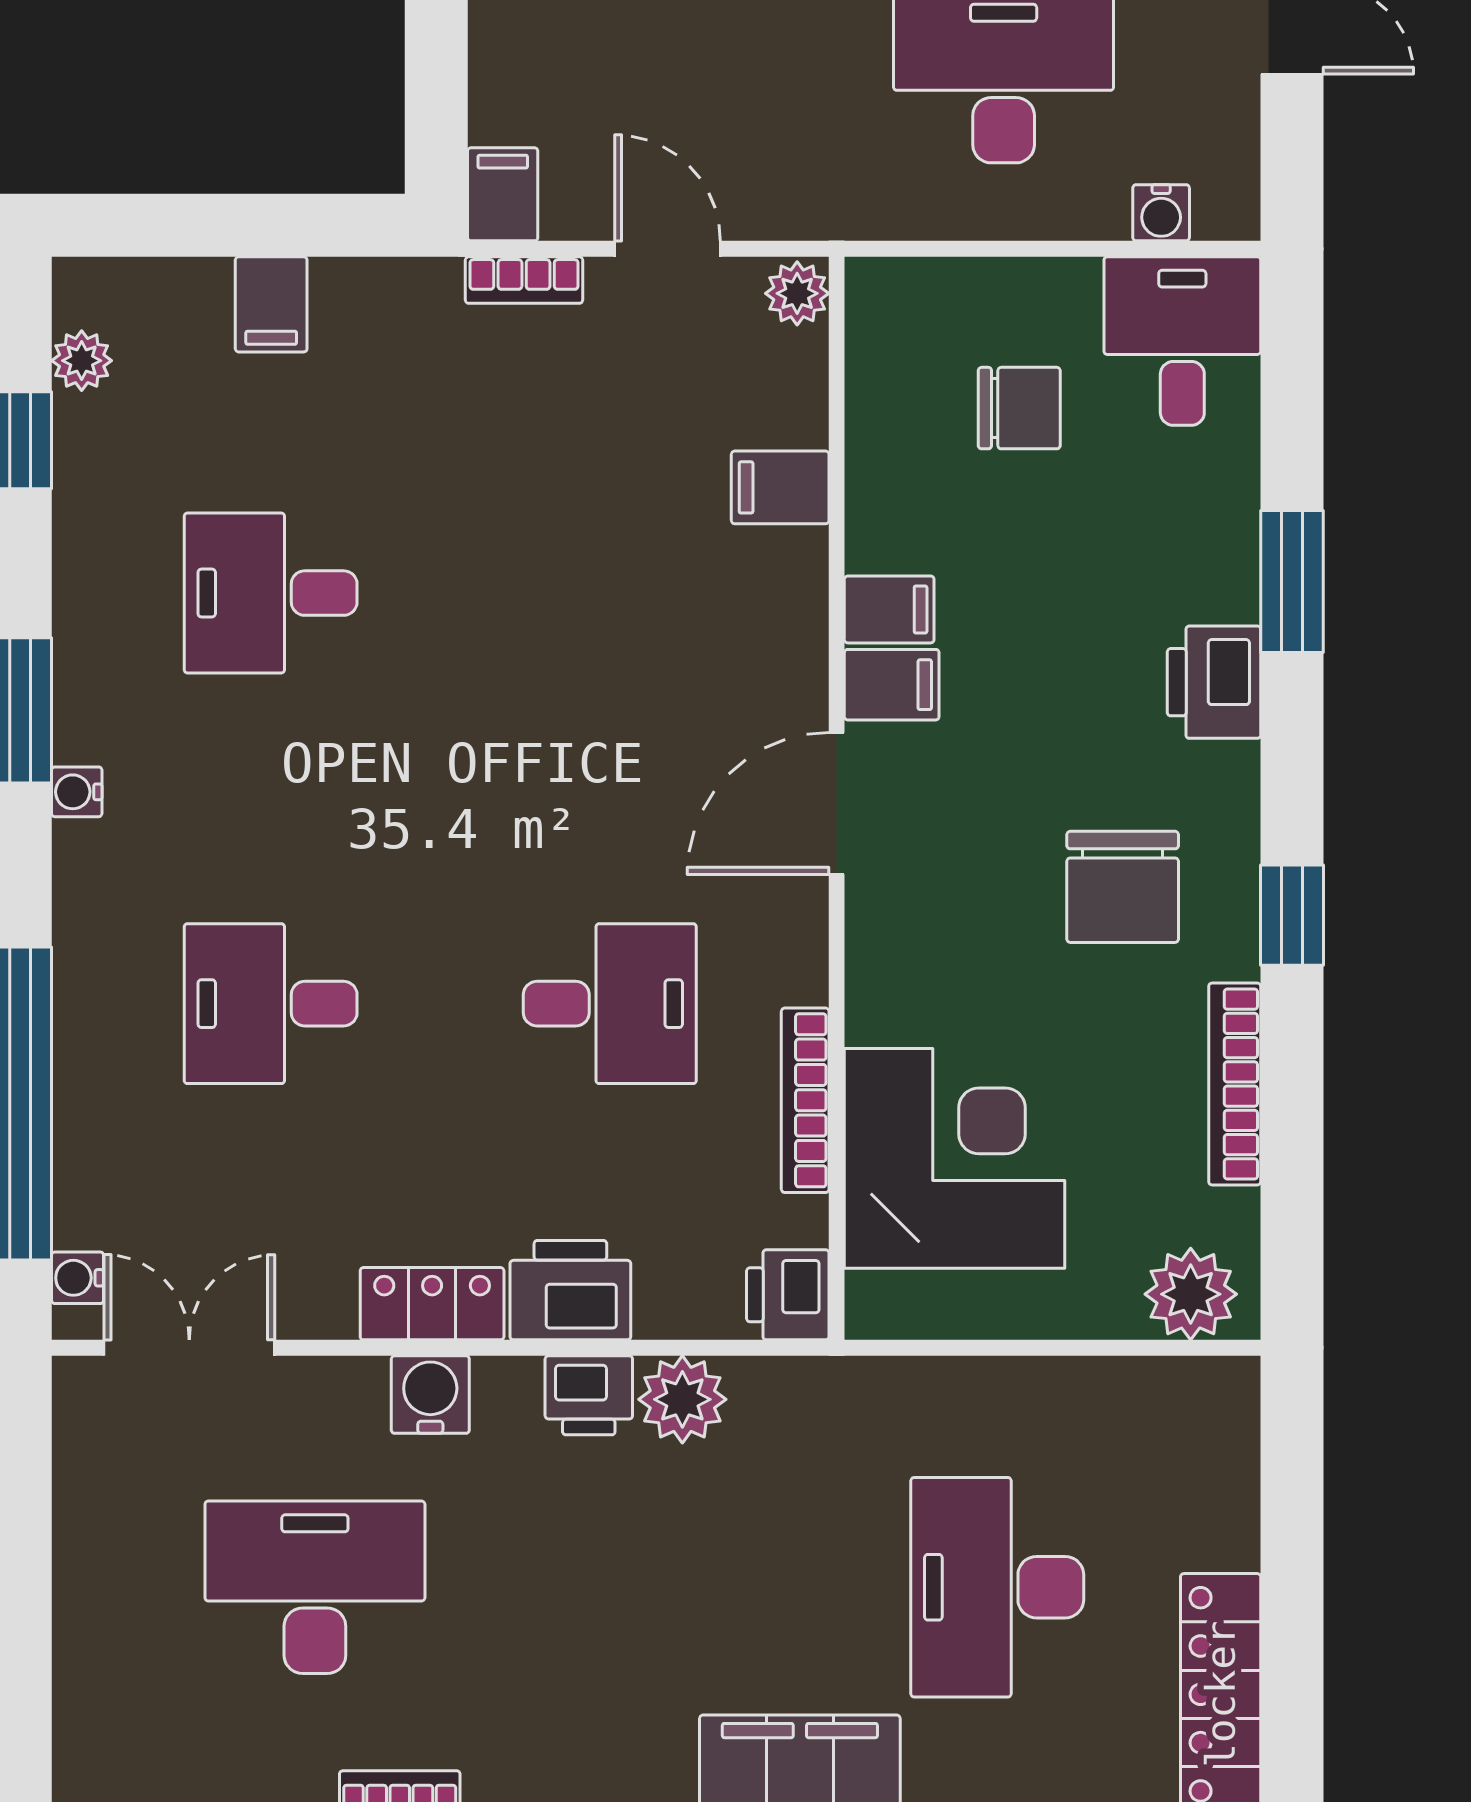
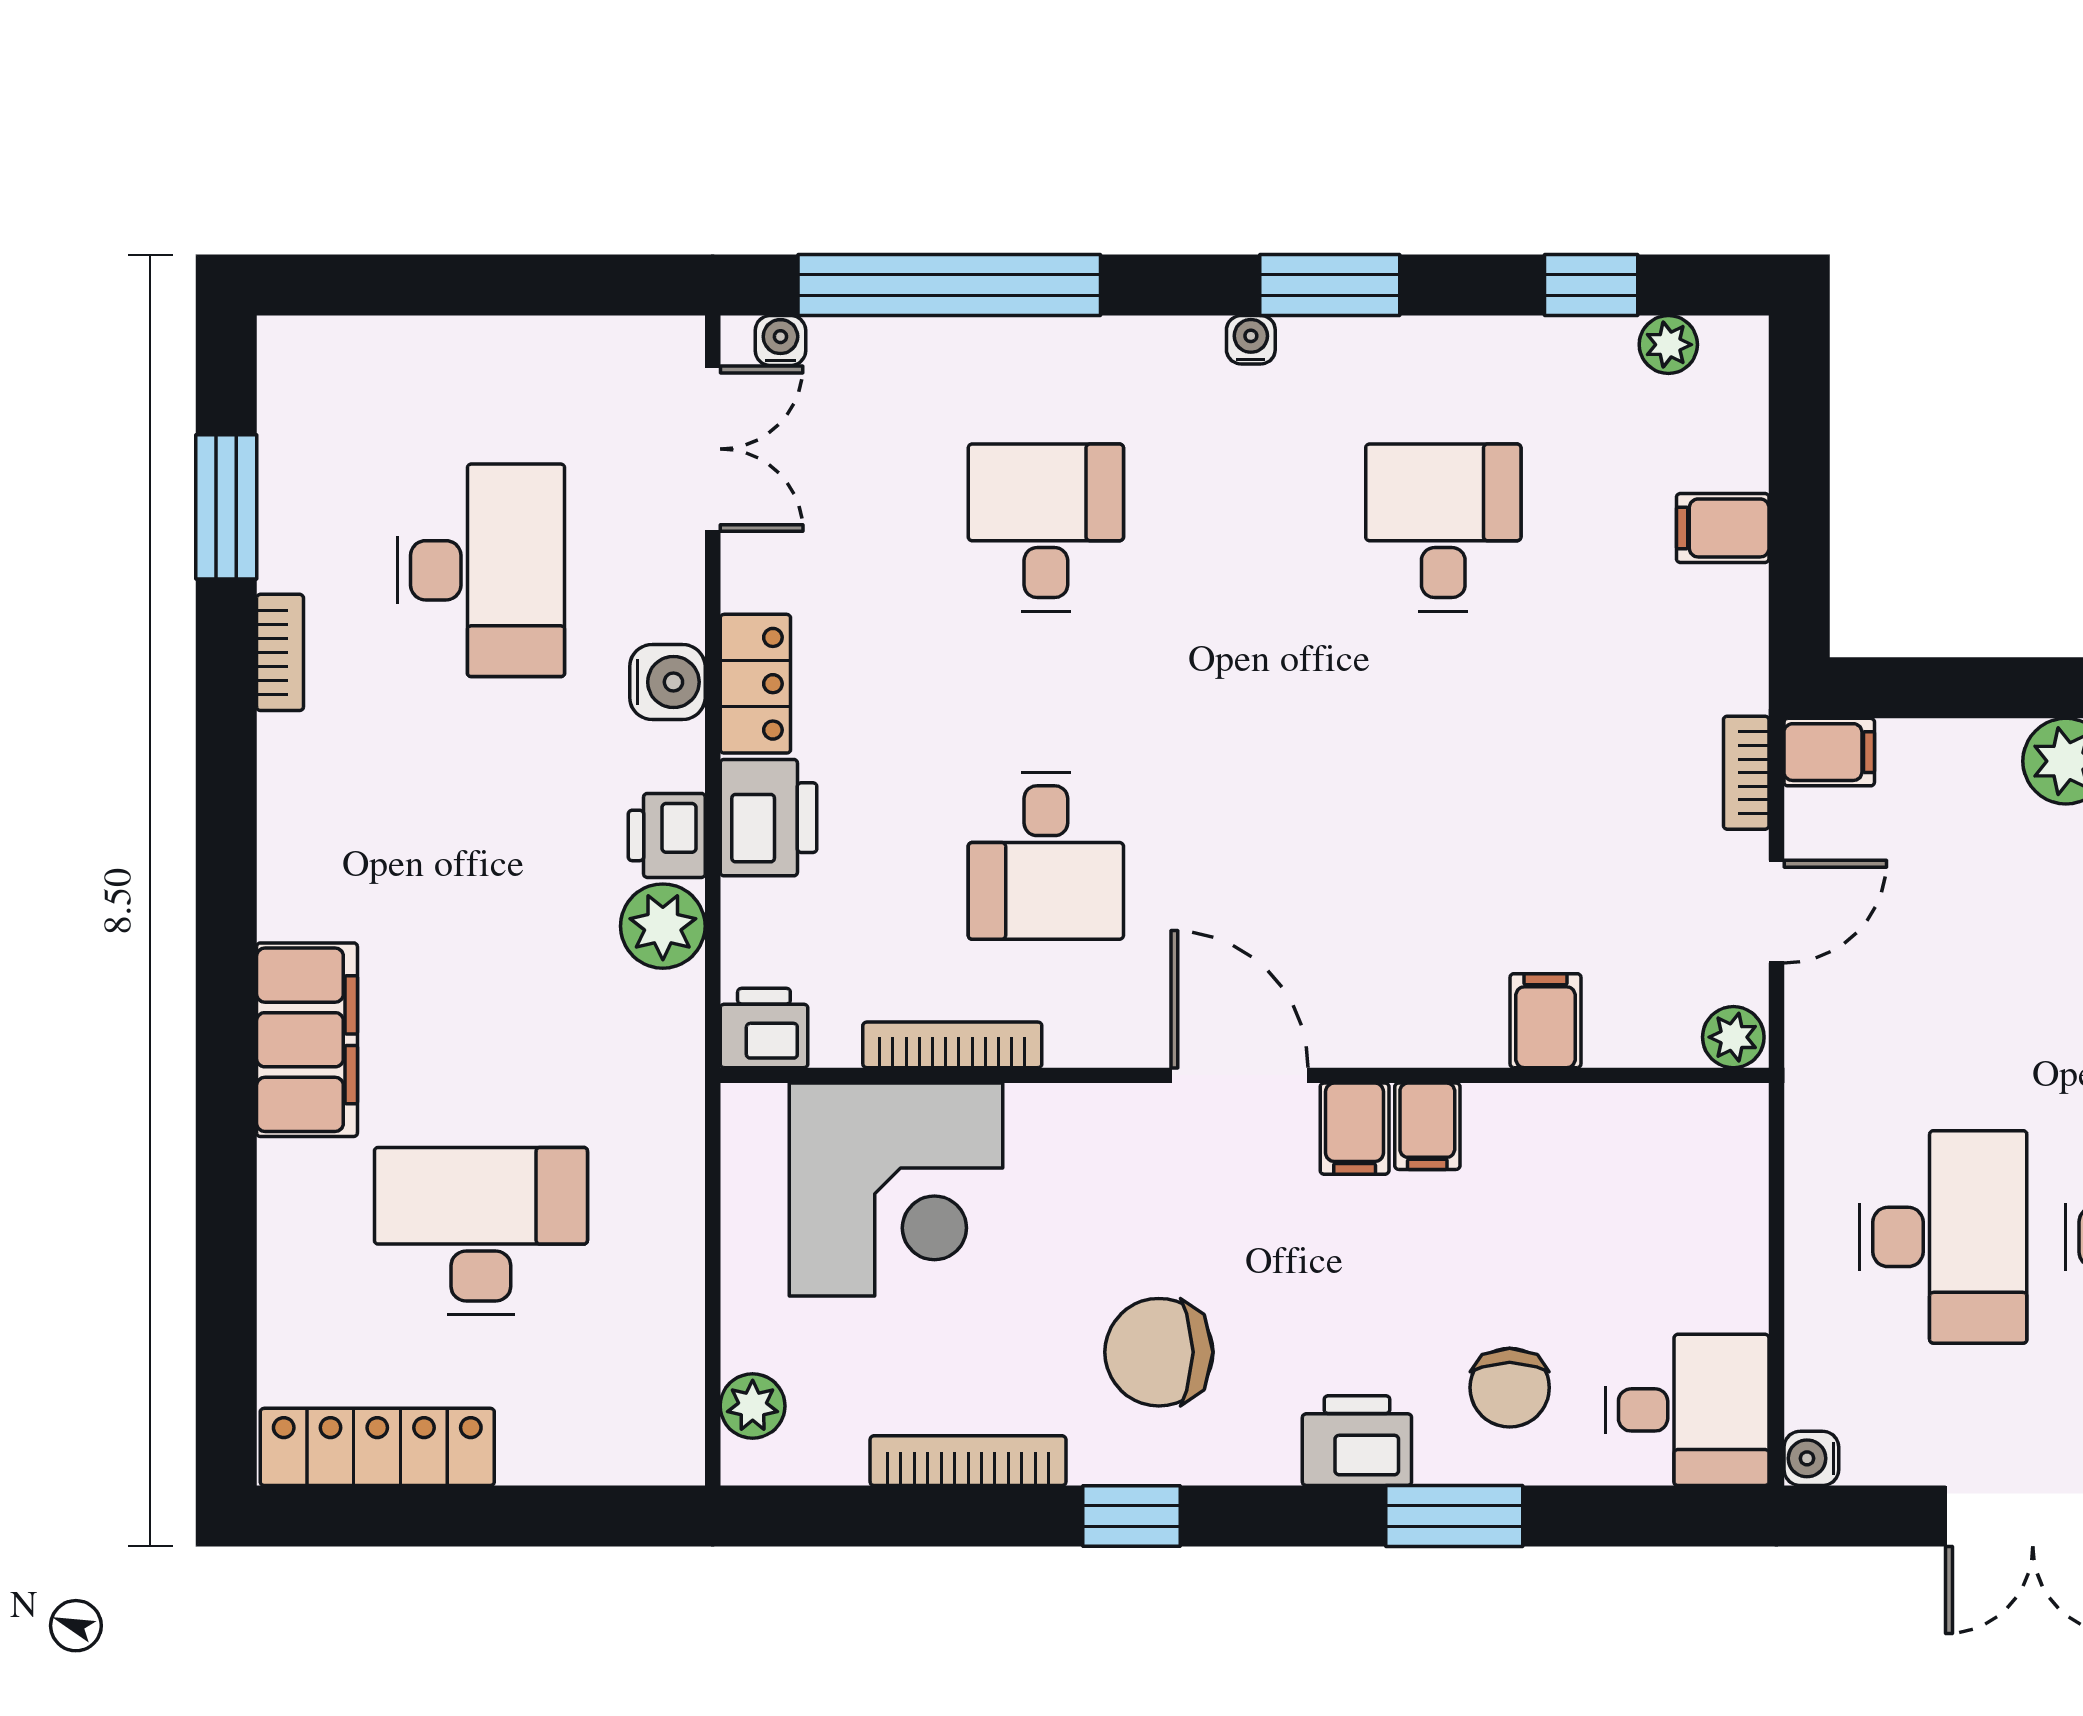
water cooler: (1161, 213) -> (1811, 1458), moved
chair: (1019, 408) -> (1510, 1388), moved
plant: (1191, 1294) -> (753, 1406), width x0.73, depth x0.73

